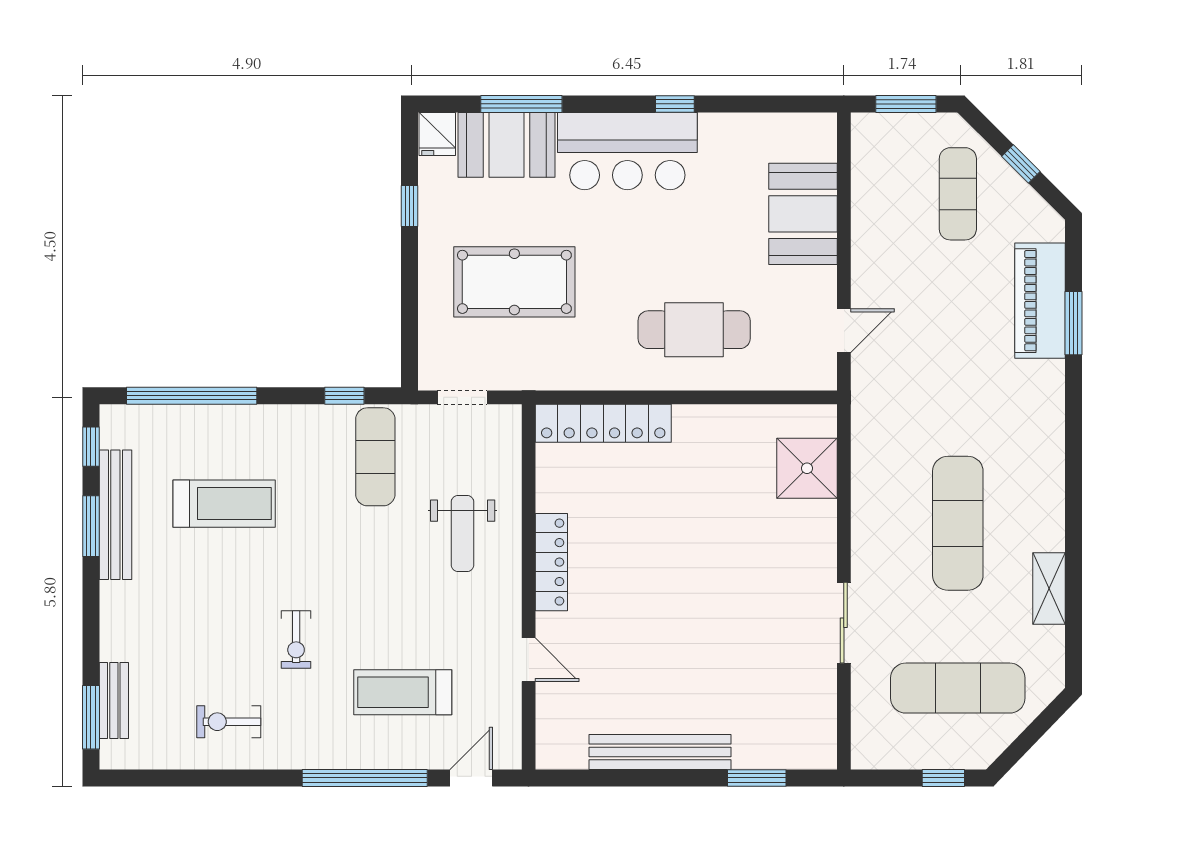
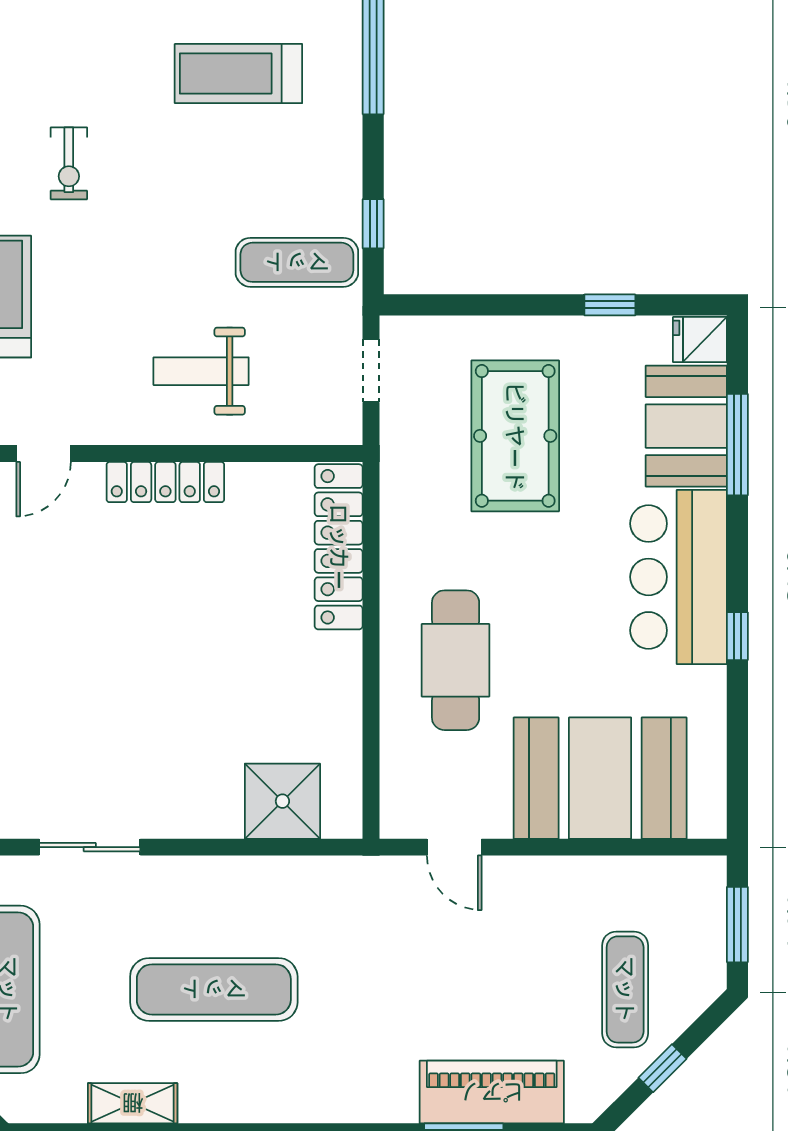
exercise mat: (958, 194) -> (625, 989), turned 90
booth: (803, 214) -> (600, 778), width x1.36, depth x1.42
treadmill: (224, 504) -> (238, 74), turned 90
exercise bike: (296, 639) -> (69, 163), turned -90

